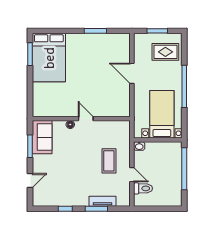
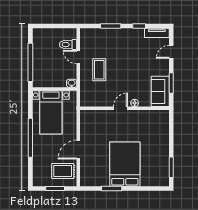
rug: (165, 52) -> (63, 171), moved
bed: (49, 58) -> (125, 164), moved
door: (132, 73) -> (78, 150), swing flipped
door: (86, 119) -> (120, 108), swing flipped
tv unit: (103, 201) -> (157, 33), moved

